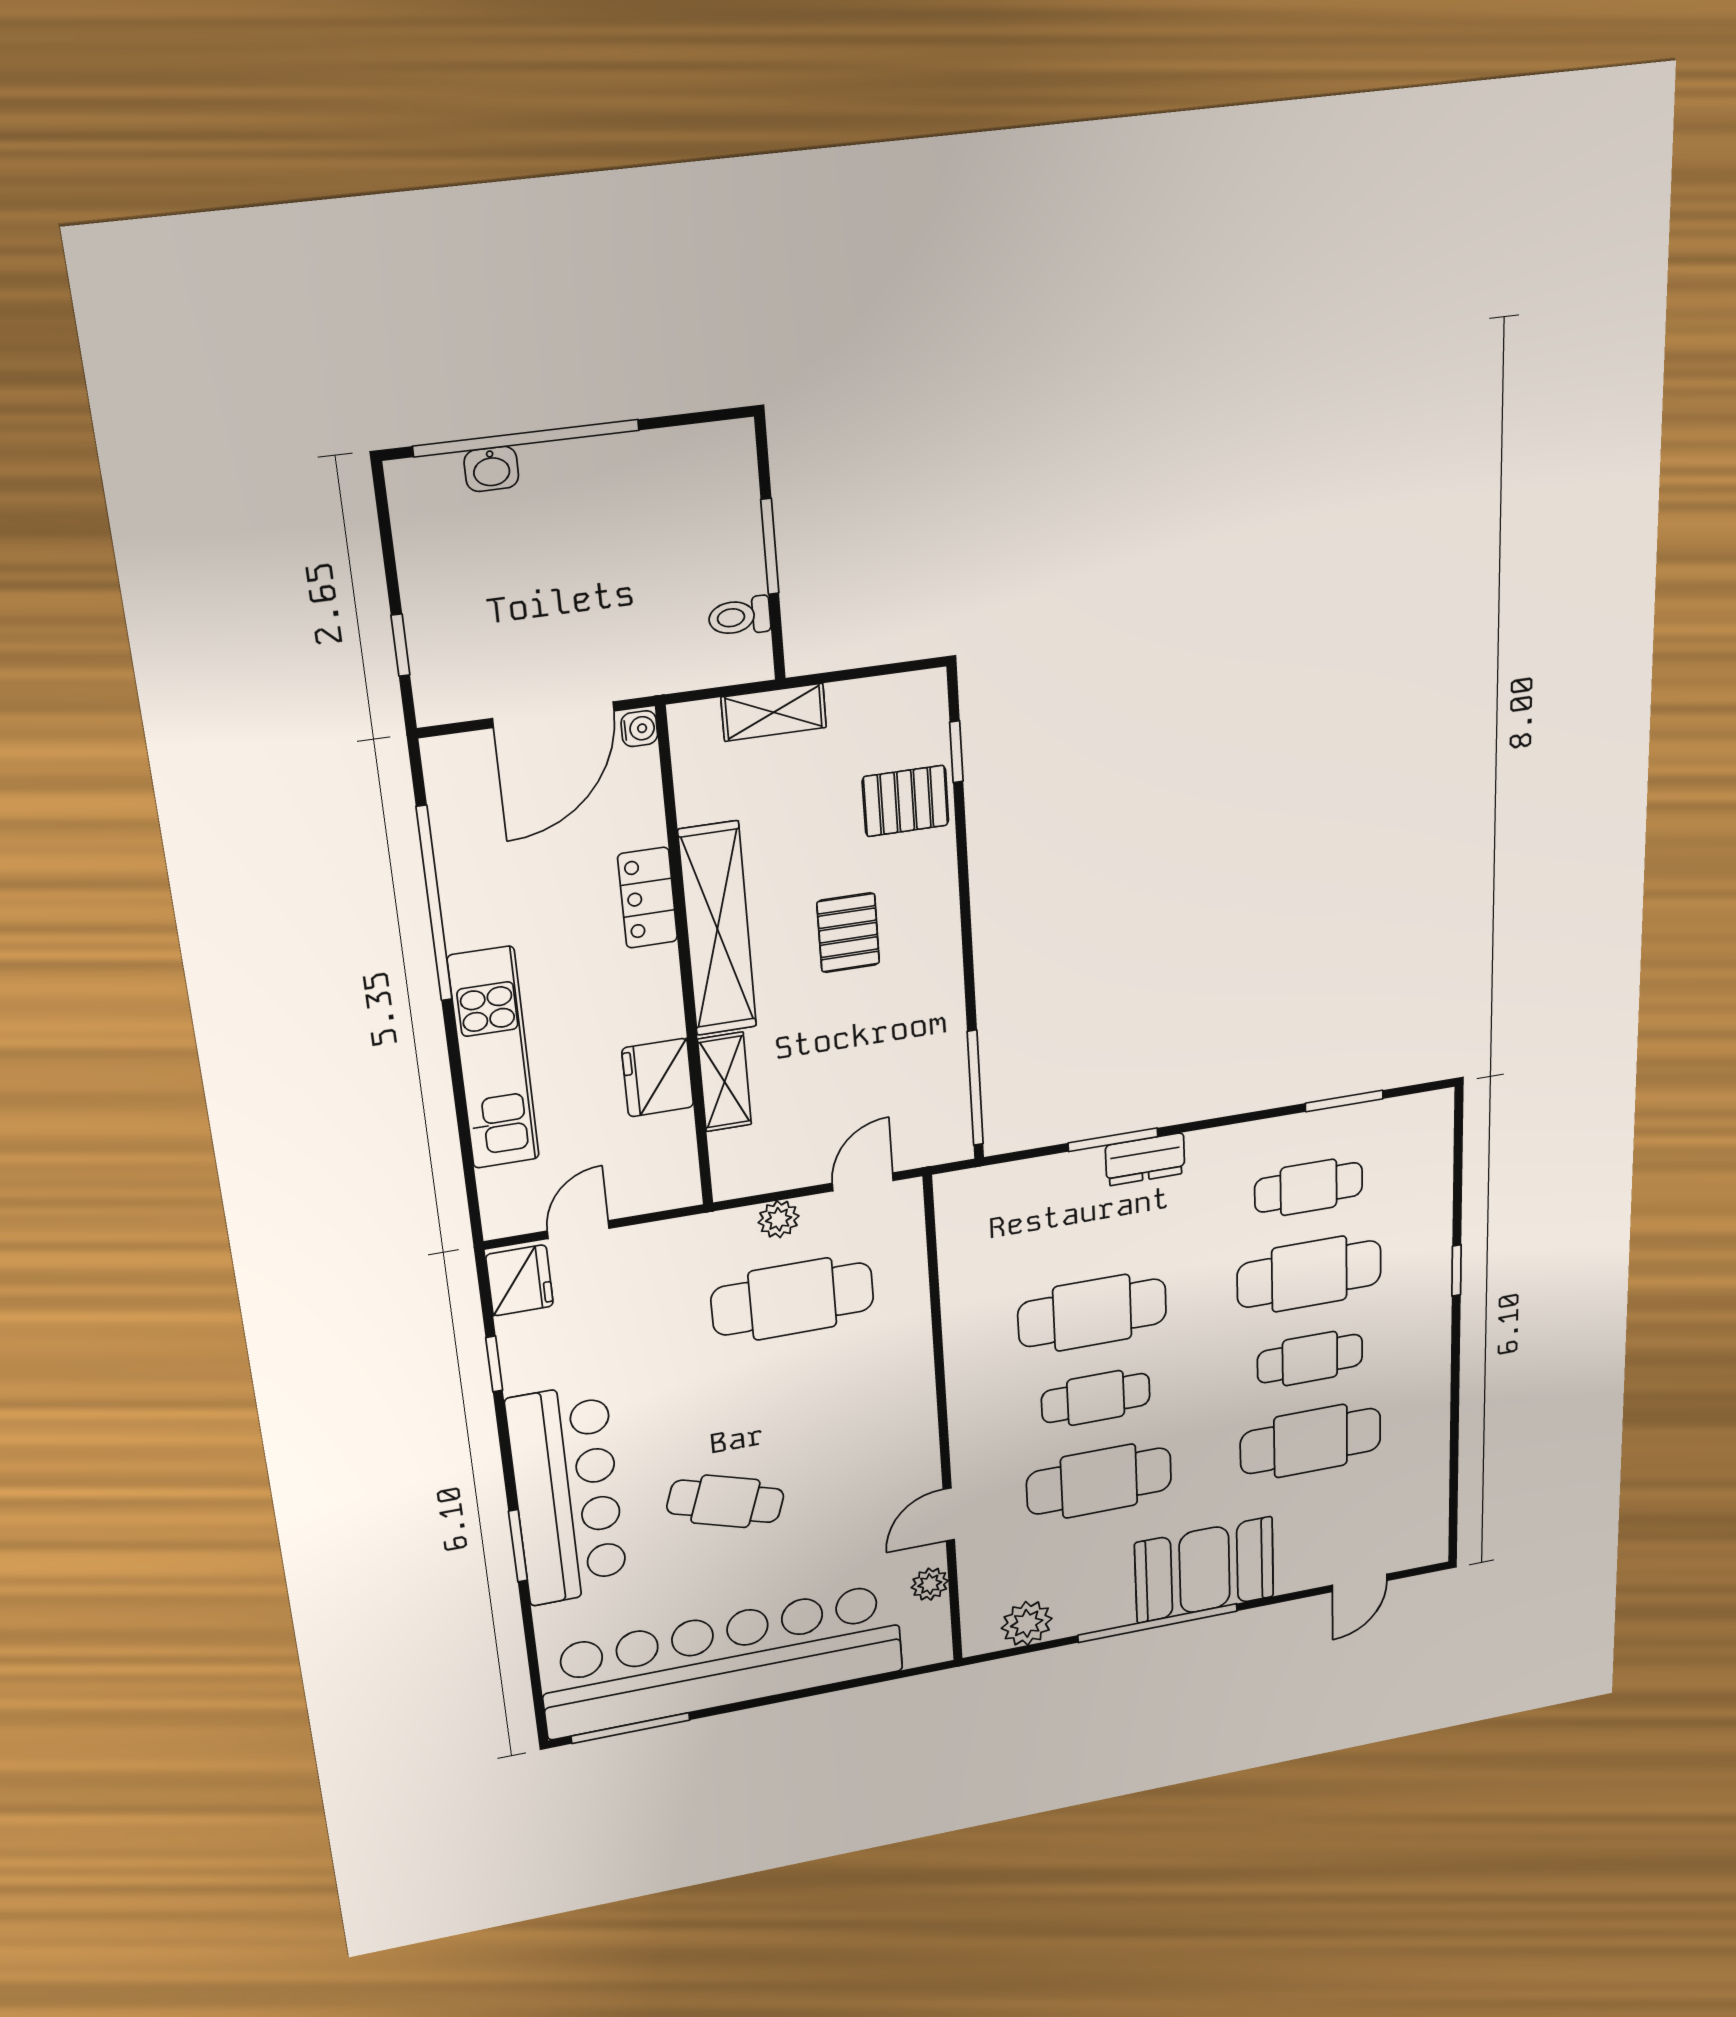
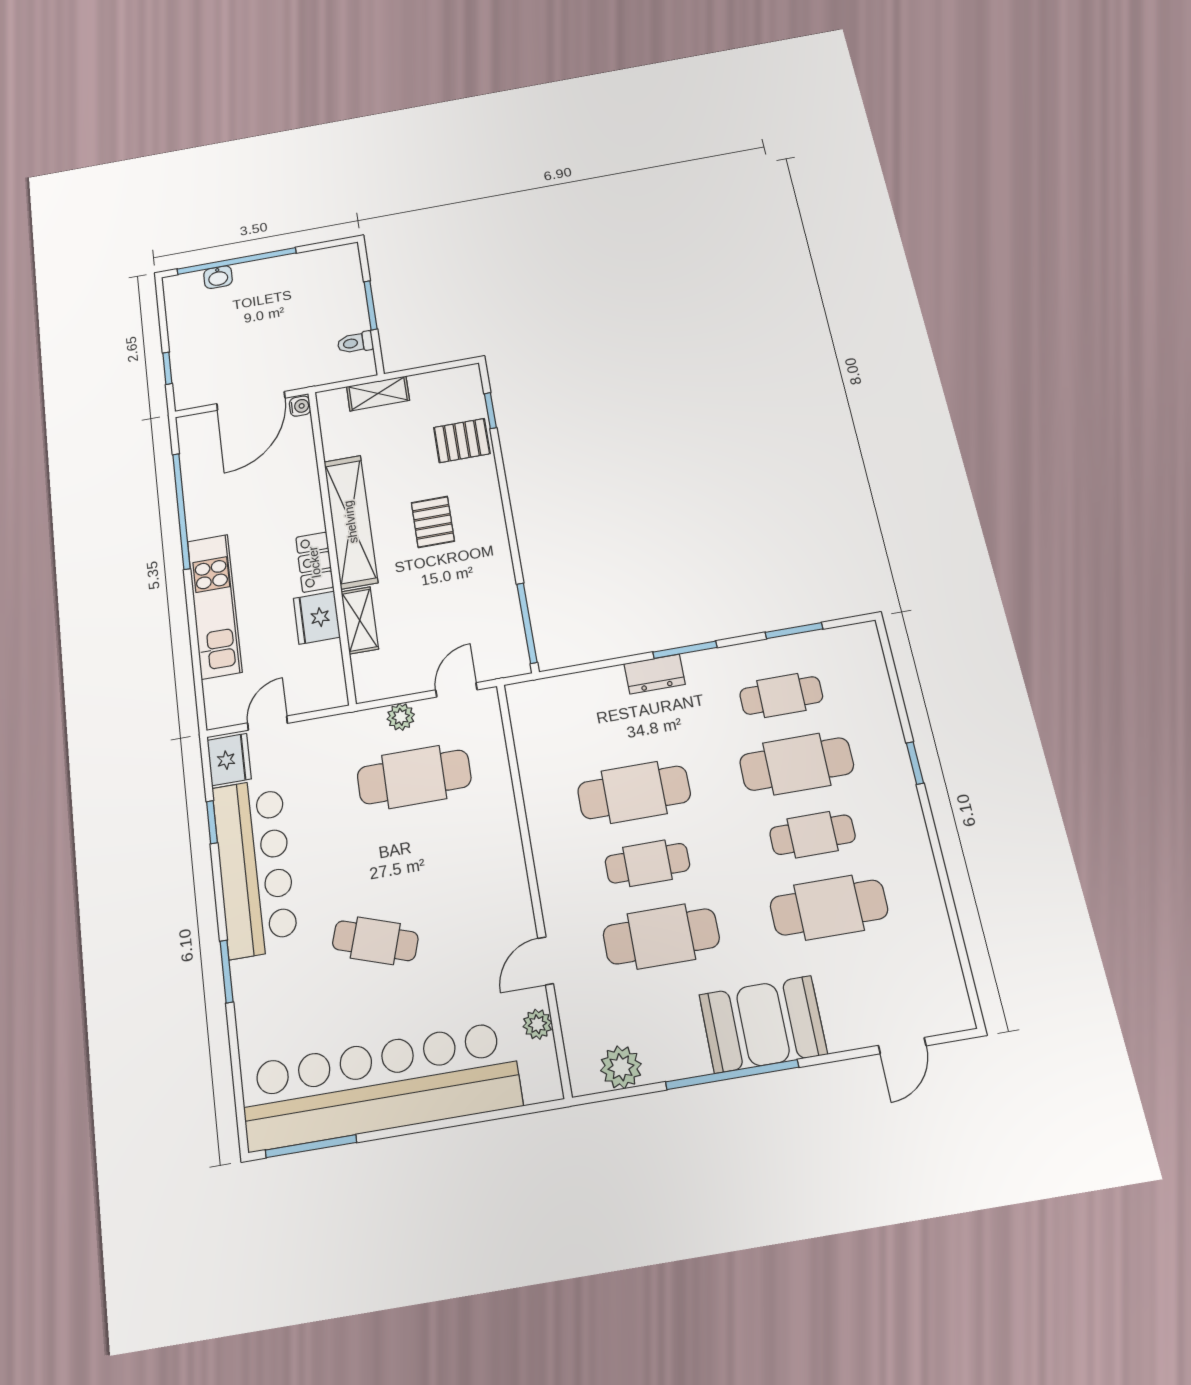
locker: (648, 898) -> (315, 562), moved
window: (1113, 1140) -> (685, 650), moved
bar counter: (567, 1495) -> (255, 867), moved

